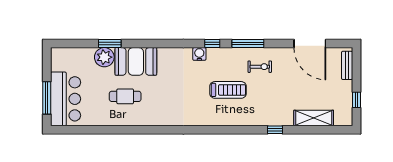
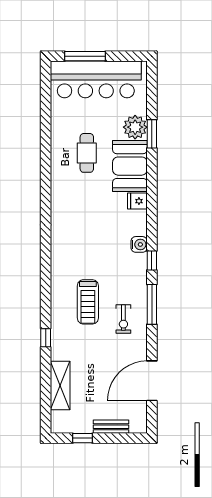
fridge: (164, 55) -> (137, 201), added
bench: (347, 65) -> (111, 427), moved
treadmill: (228, 90) -> (88, 302), moved
bar counter: (66, 99) -> (96, 79), width x1.36

